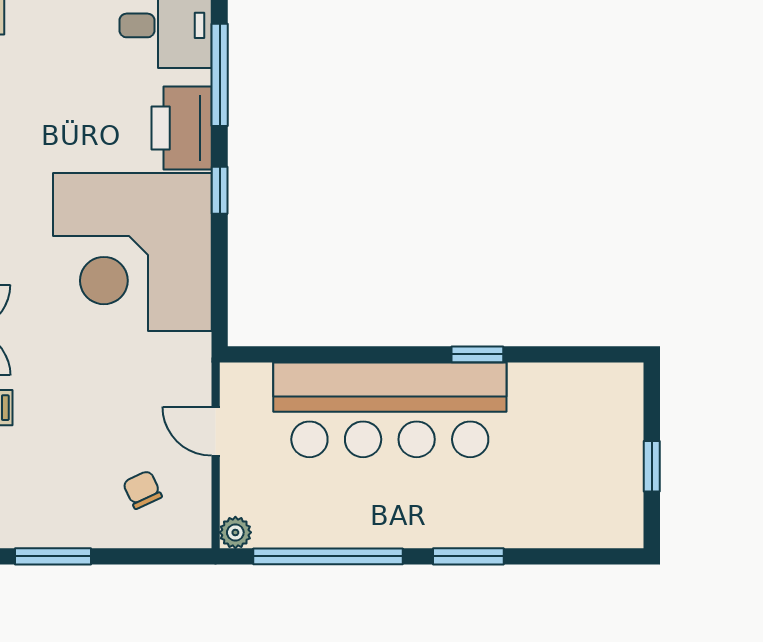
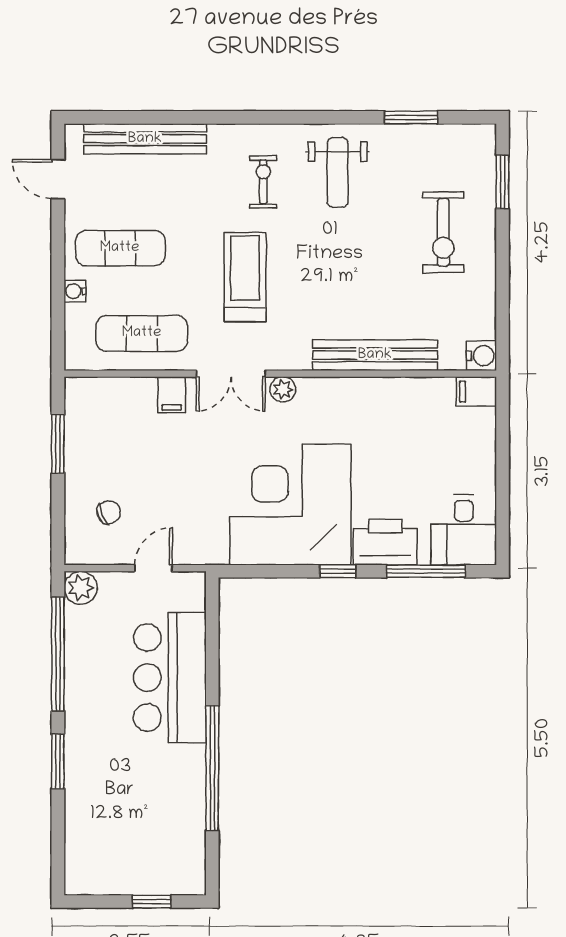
window: (477, 354) -> (212, 768), width x3.17
bar counter: (390, 410) -> (170, 678), width x0.73
window: (652, 466) -> (152, 902), moved
plant: (235, 532) -> (81, 588), width x1.38, depth x1.38

